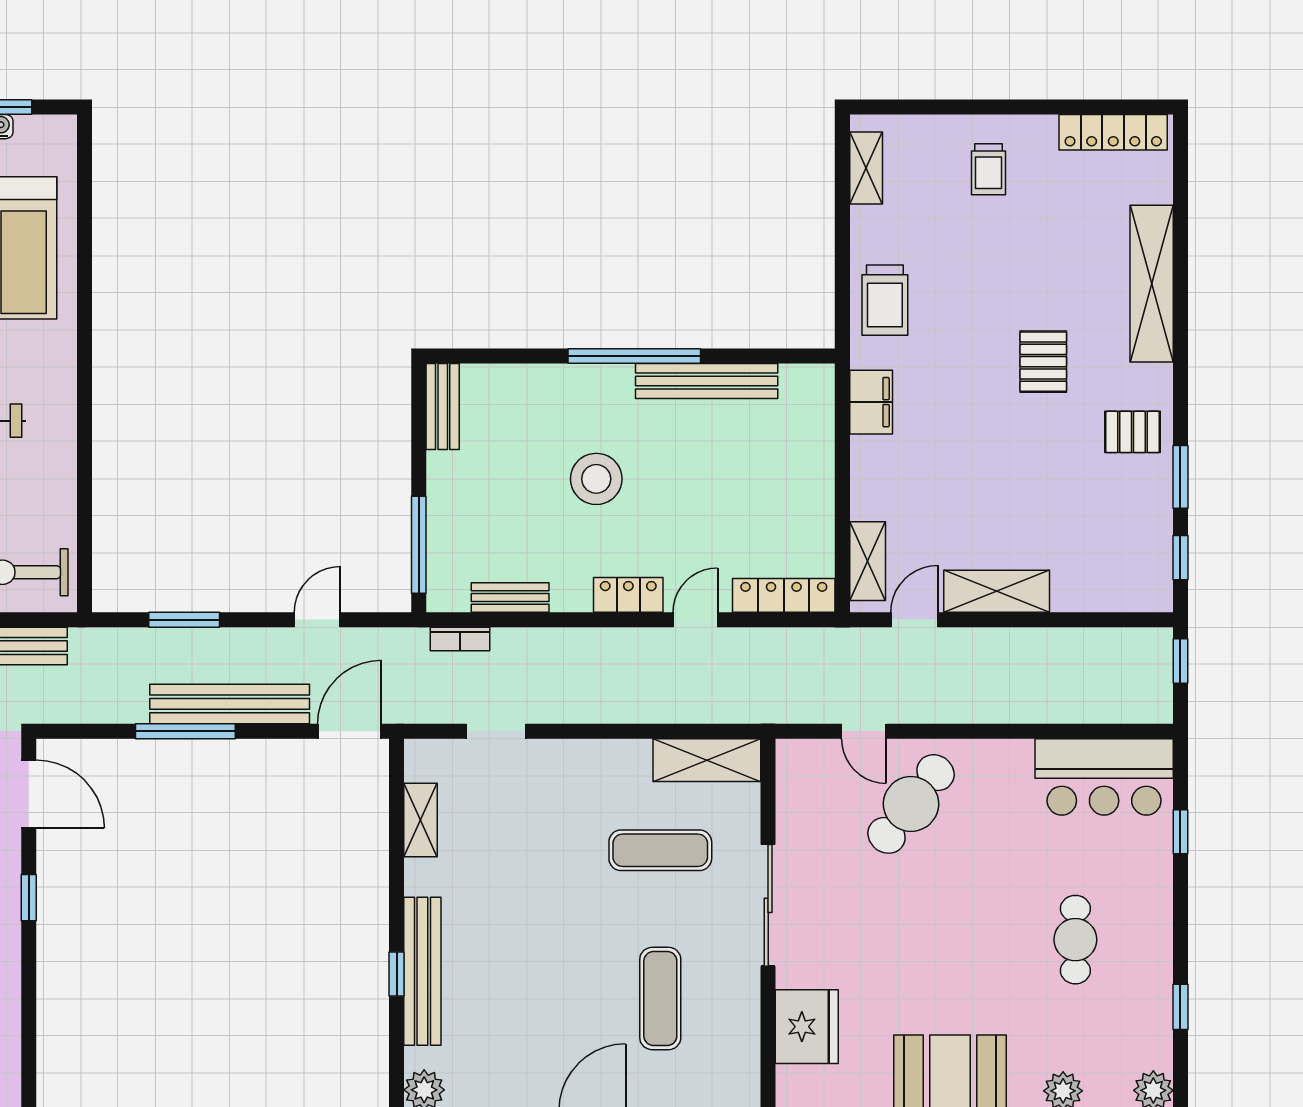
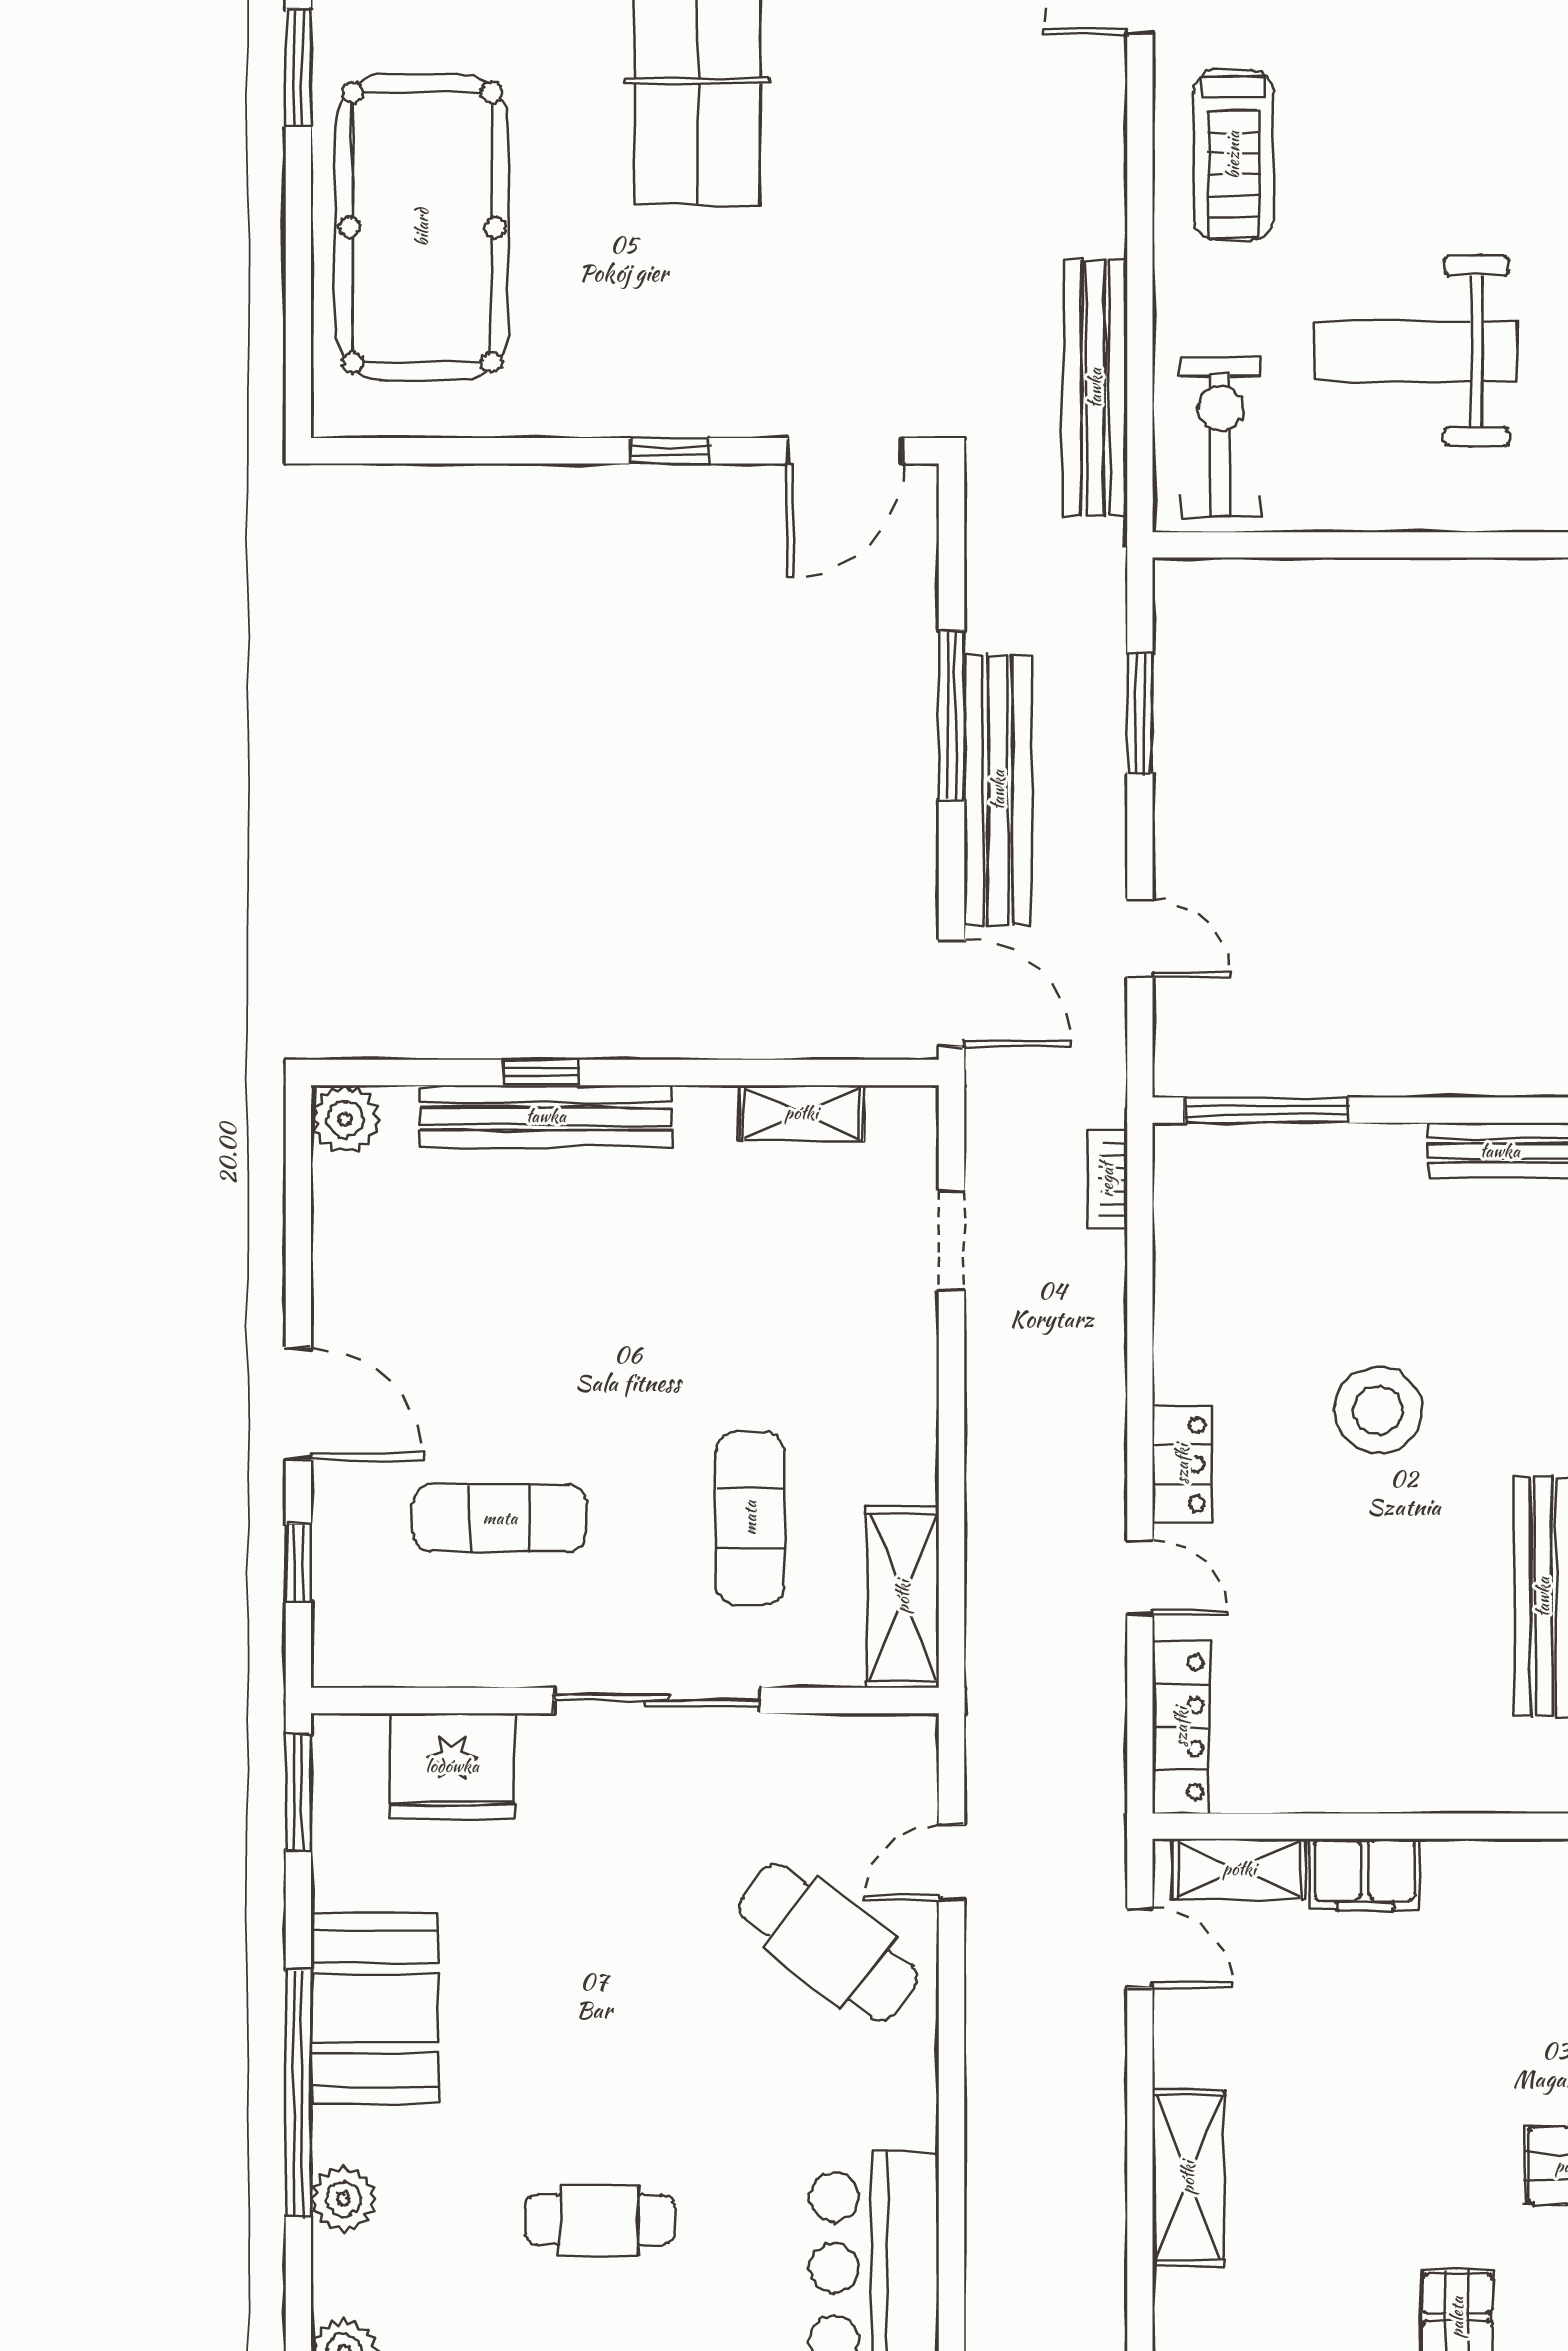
filing cabinet: (871, 402) -> (1365, 1875), moved
shelving: (997, 591) -> (1188, 2178), moved
bench: (510, 597) -> (1177, 1264), removed

